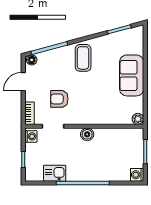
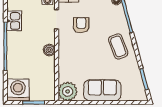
coffee table: (83, 58) -> (118, 46), turned 69
plant: (138, 119) -> (68, 91), width x1.87, depth x1.87
washing machine: (137, 175) -> (18, 90), width x1.89, depth x1.89

